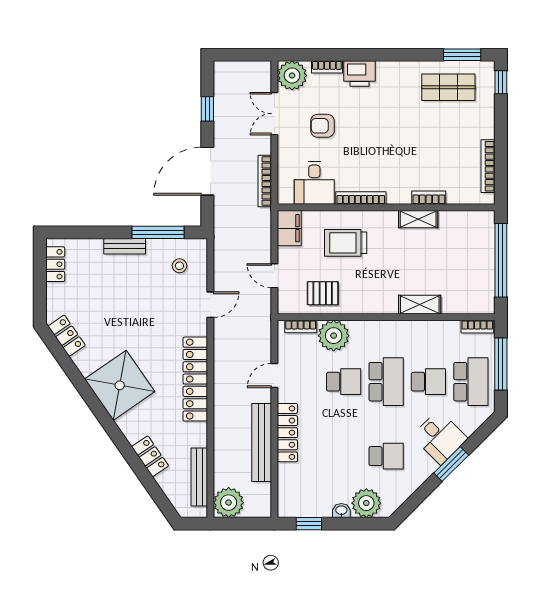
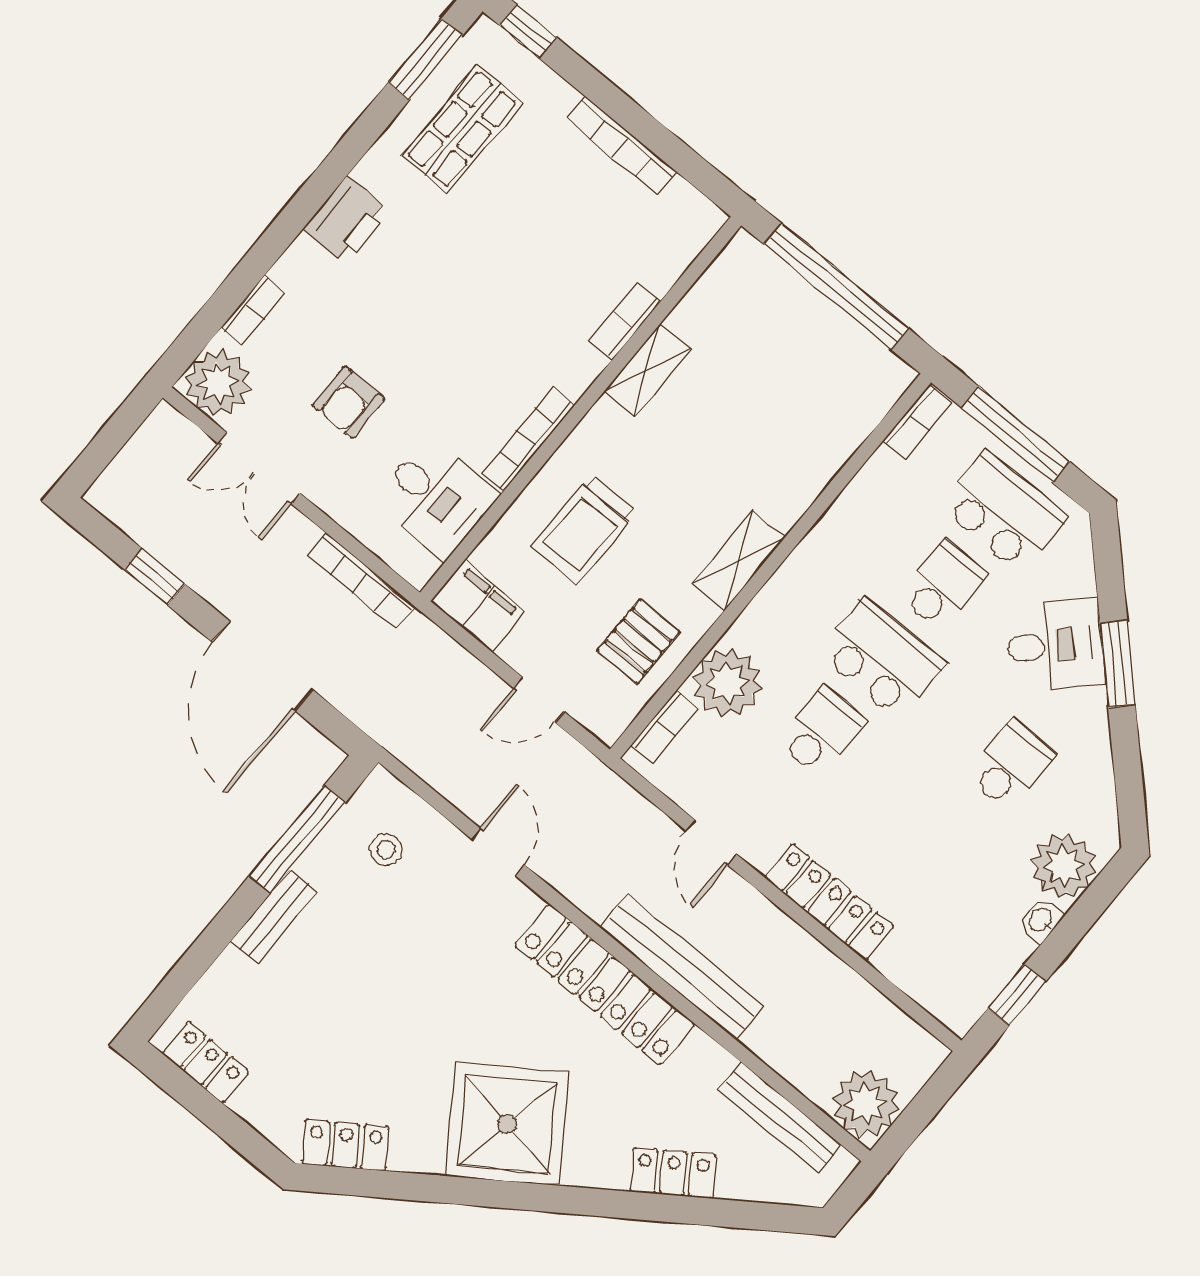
printer: (359, 74) -> (347, 220), moved
bookcase: (488, 166) -> (622, 146), moved
shelving: (420, 305) -> (739, 560), moved
bench: (262, 442) -> (682, 967), moved

